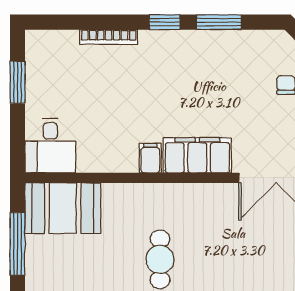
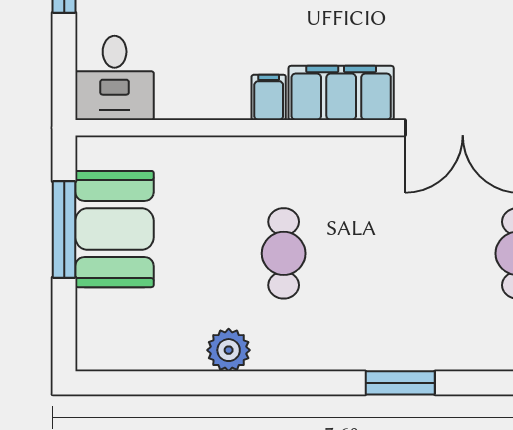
booth: (63, 208) -> (114, 229), moved, turned 90

